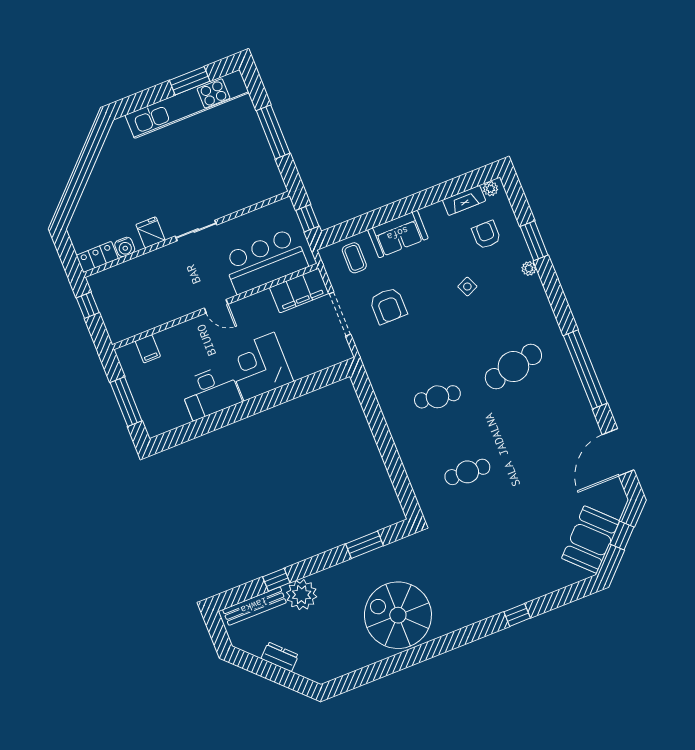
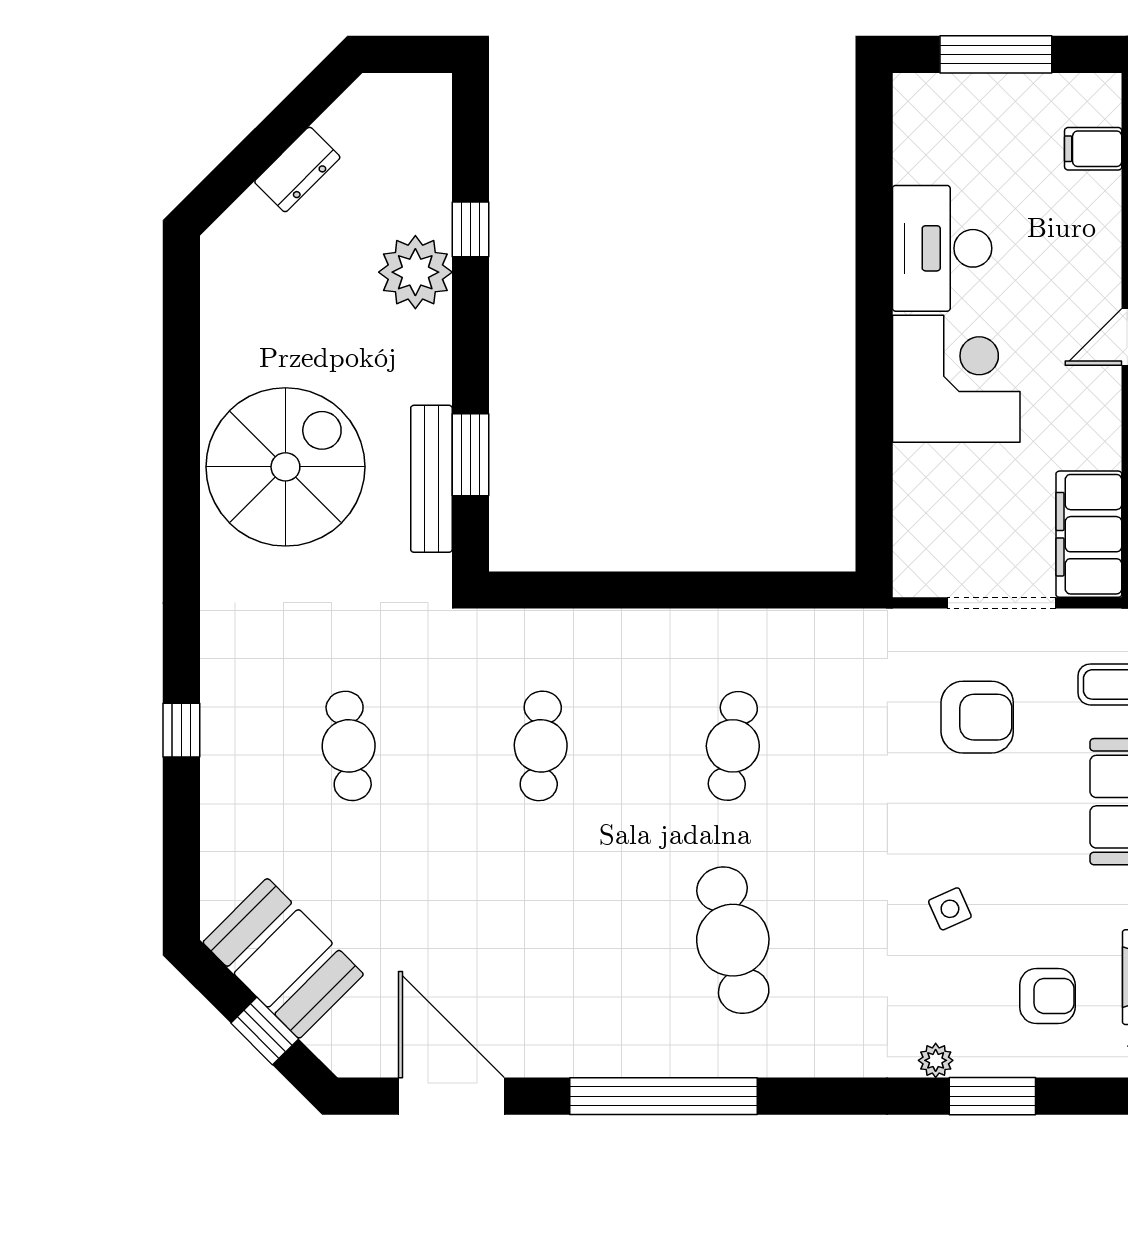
armchair: (388, 306) -> (977, 717), turned 180
cafe table: (497, 547) -> (349, 746), added
bench: (254, 606) -> (431, 479), moved

